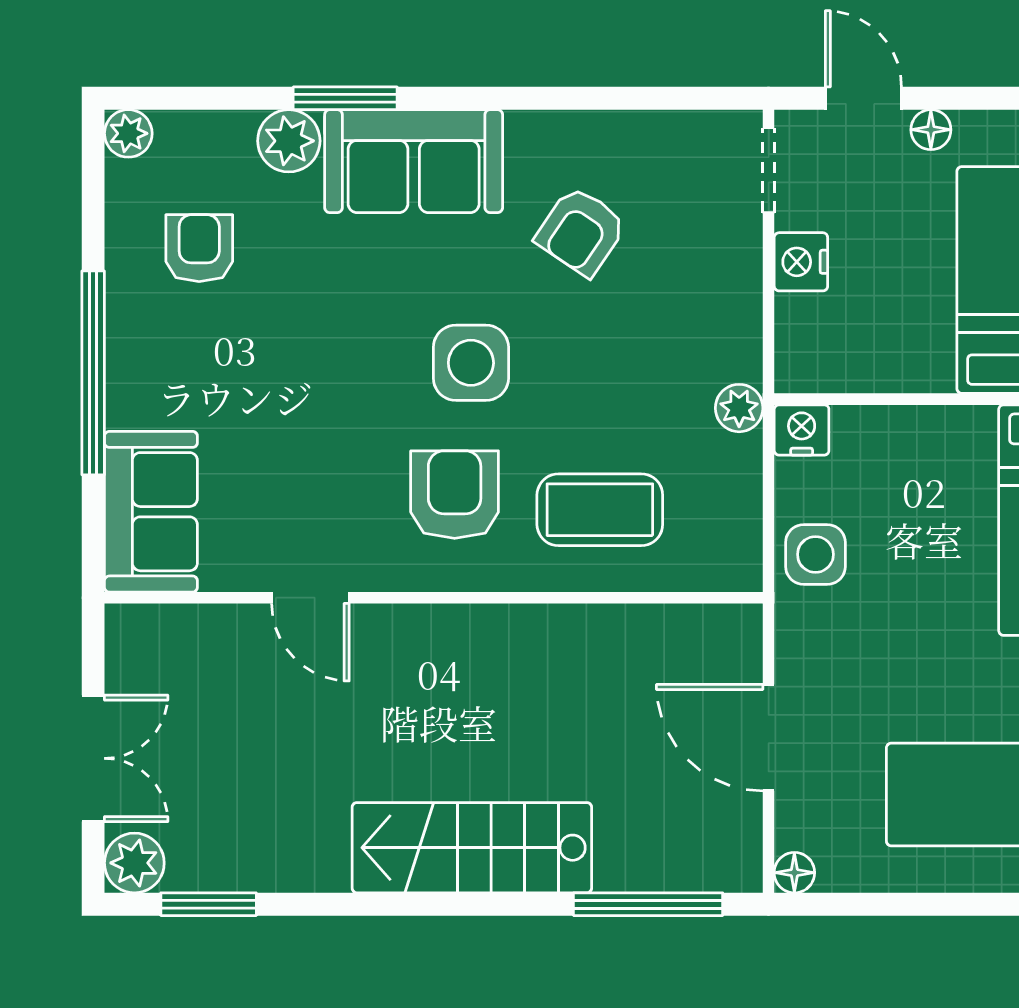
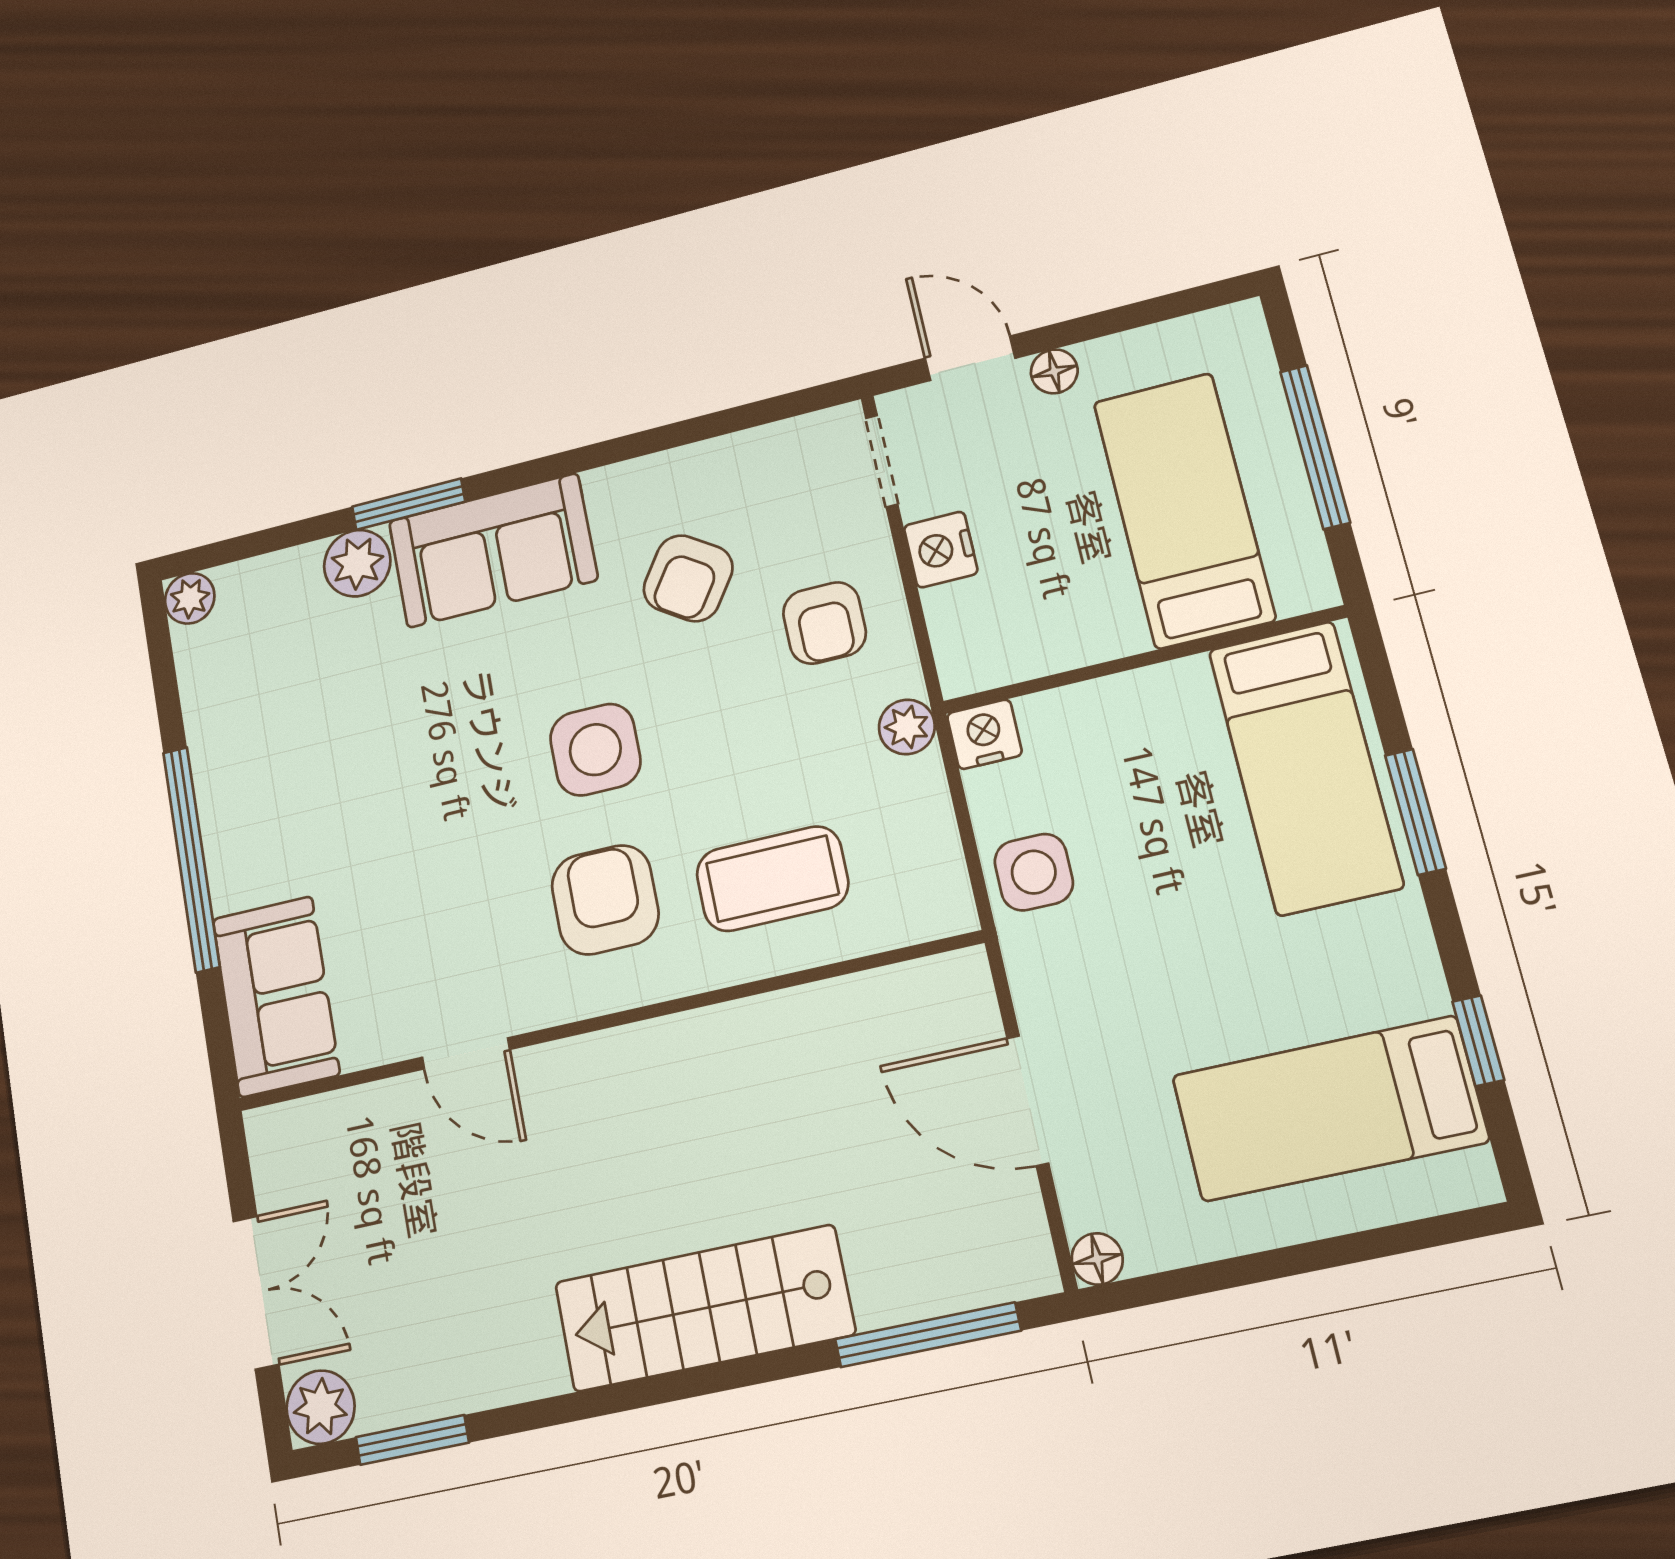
armchair: (199, 248) -> (824, 623), moved, turned 180

